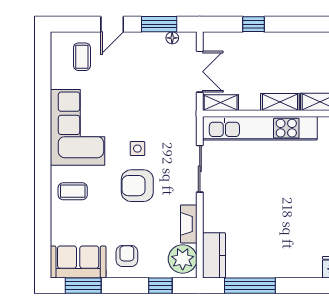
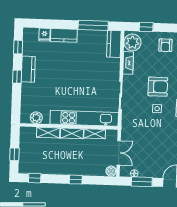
window: (253, 24) -> (76, 180), moved
boiler: (211, 40) -> (111, 171), added
double door: (200, 72) -> (119, 153), swing flipped
shelving: (221, 103) -> (95, 134), moved
kitchen counter: (299, 267) -> (64, 35), added

